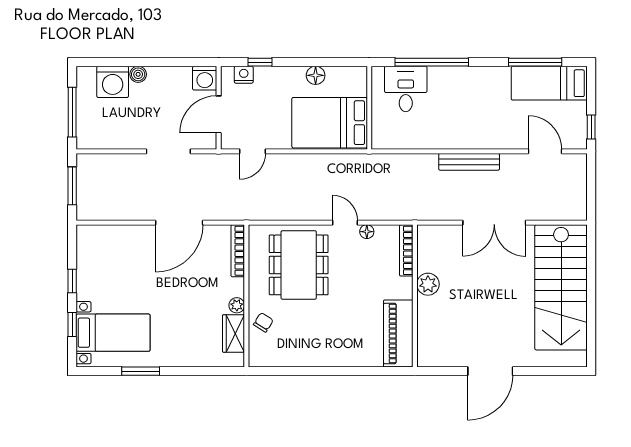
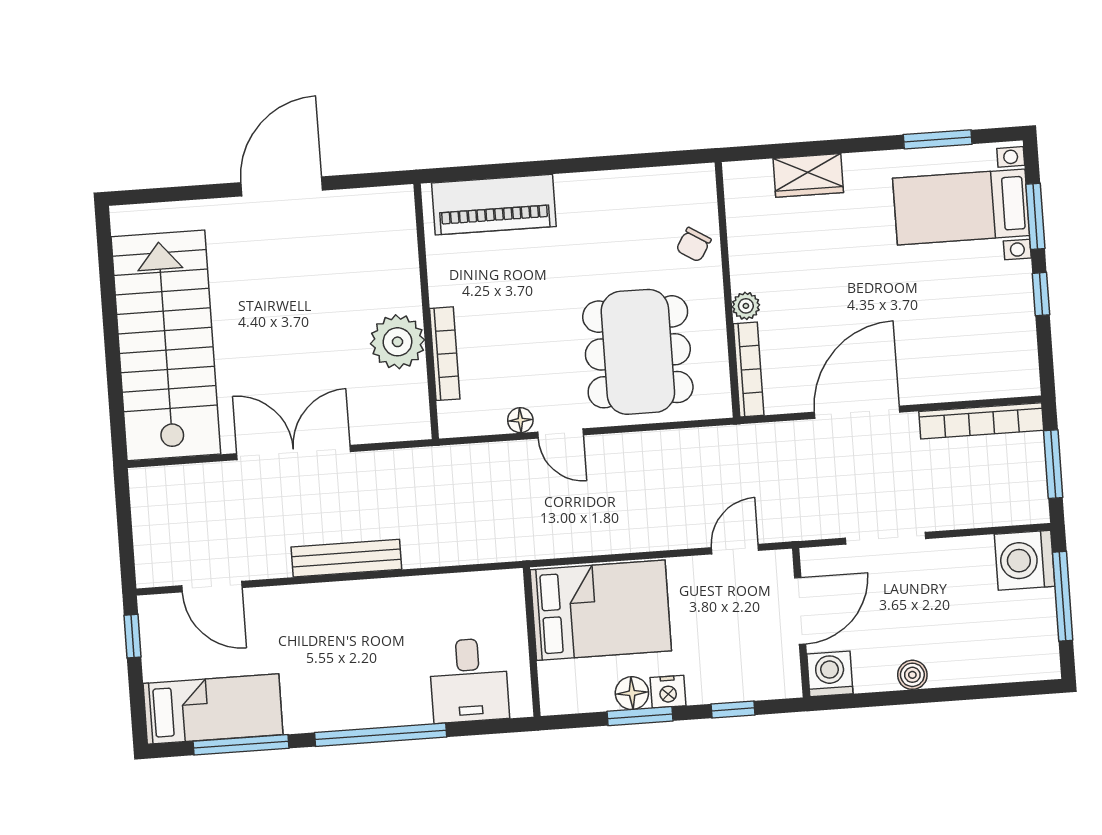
window: (312, 62) -> (640, 716), added
window: (432, 62) -> (381, 735), moved
boiler: (138, 74) -> (912, 675), moved
nightstand: (244, 75) -> (668, 692), moved
washing machine: (113, 82) -> (1025, 560), moved, turned -90
bookcase: (110, 213) -> (981, 421), added
bookcase: (406, 250) -> (445, 354), moved
plant: (428, 284) -> (397, 342), width x1.36, depth x1.36
plant: (237, 305) -> (746, 306), moved
window: (72, 324) -> (1035, 216), width x1.50
wardrobe: (234, 333) -> (808, 175), moved, turned 90
piano: (398, 334) -> (494, 205), moved, turned 90
window: (141, 371) -> (938, 139), moved

